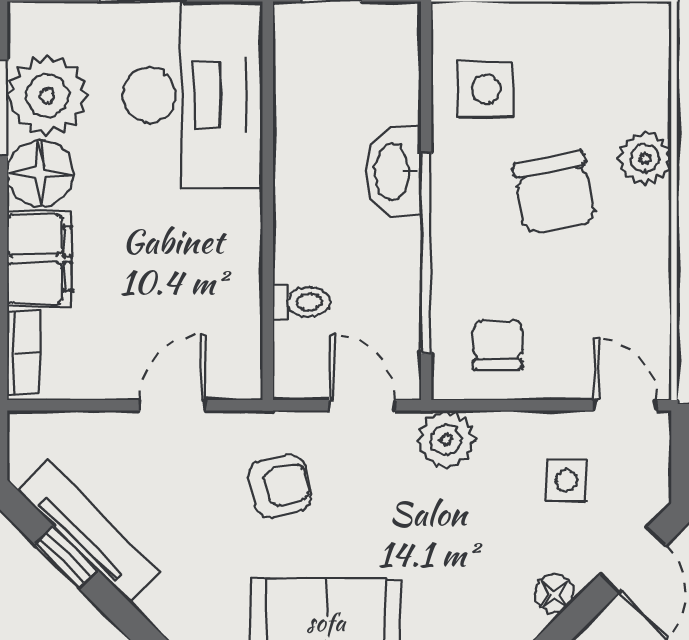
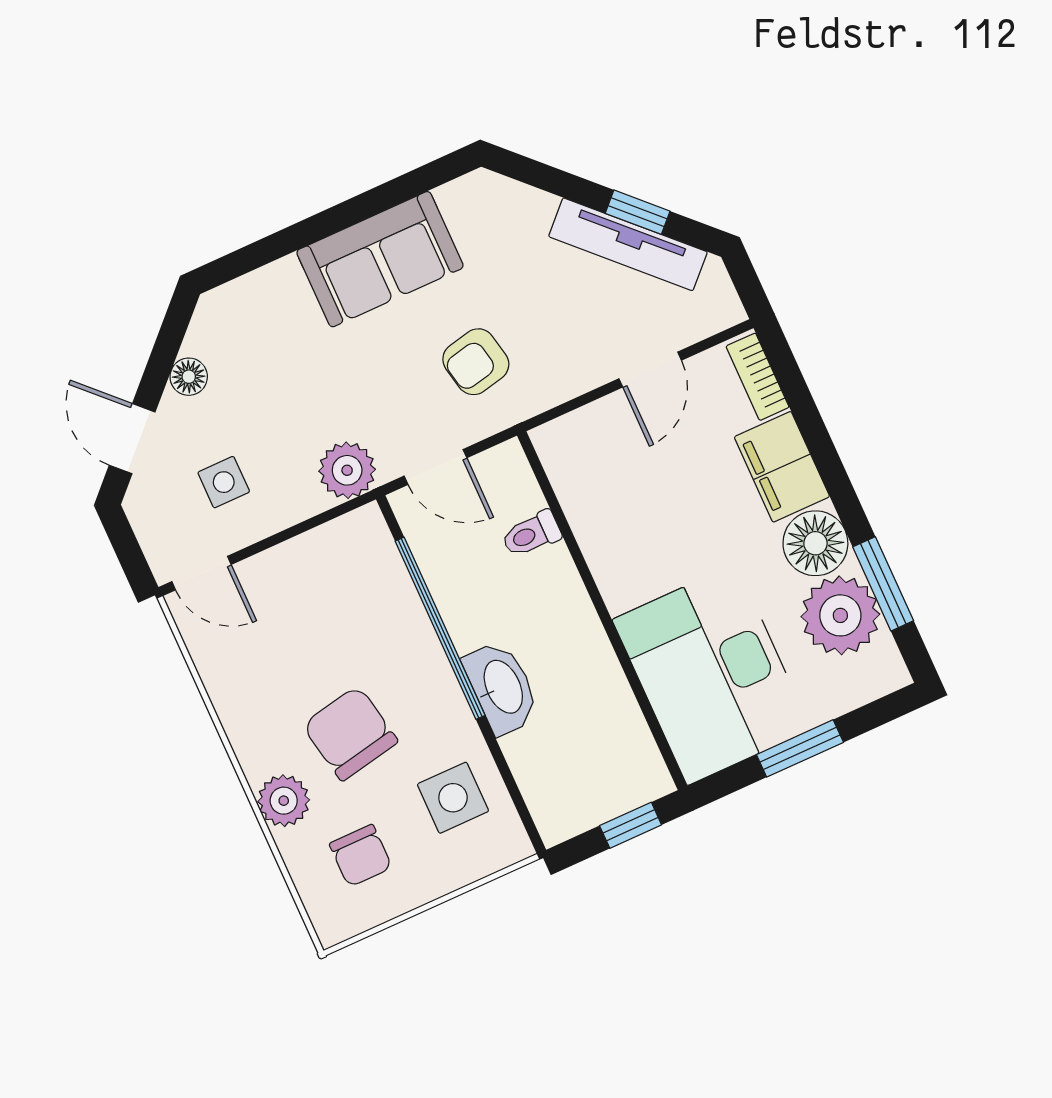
chair: (497, 345) -> (361, 856), moved
door: (173, 405) -> (650, 370), moved

